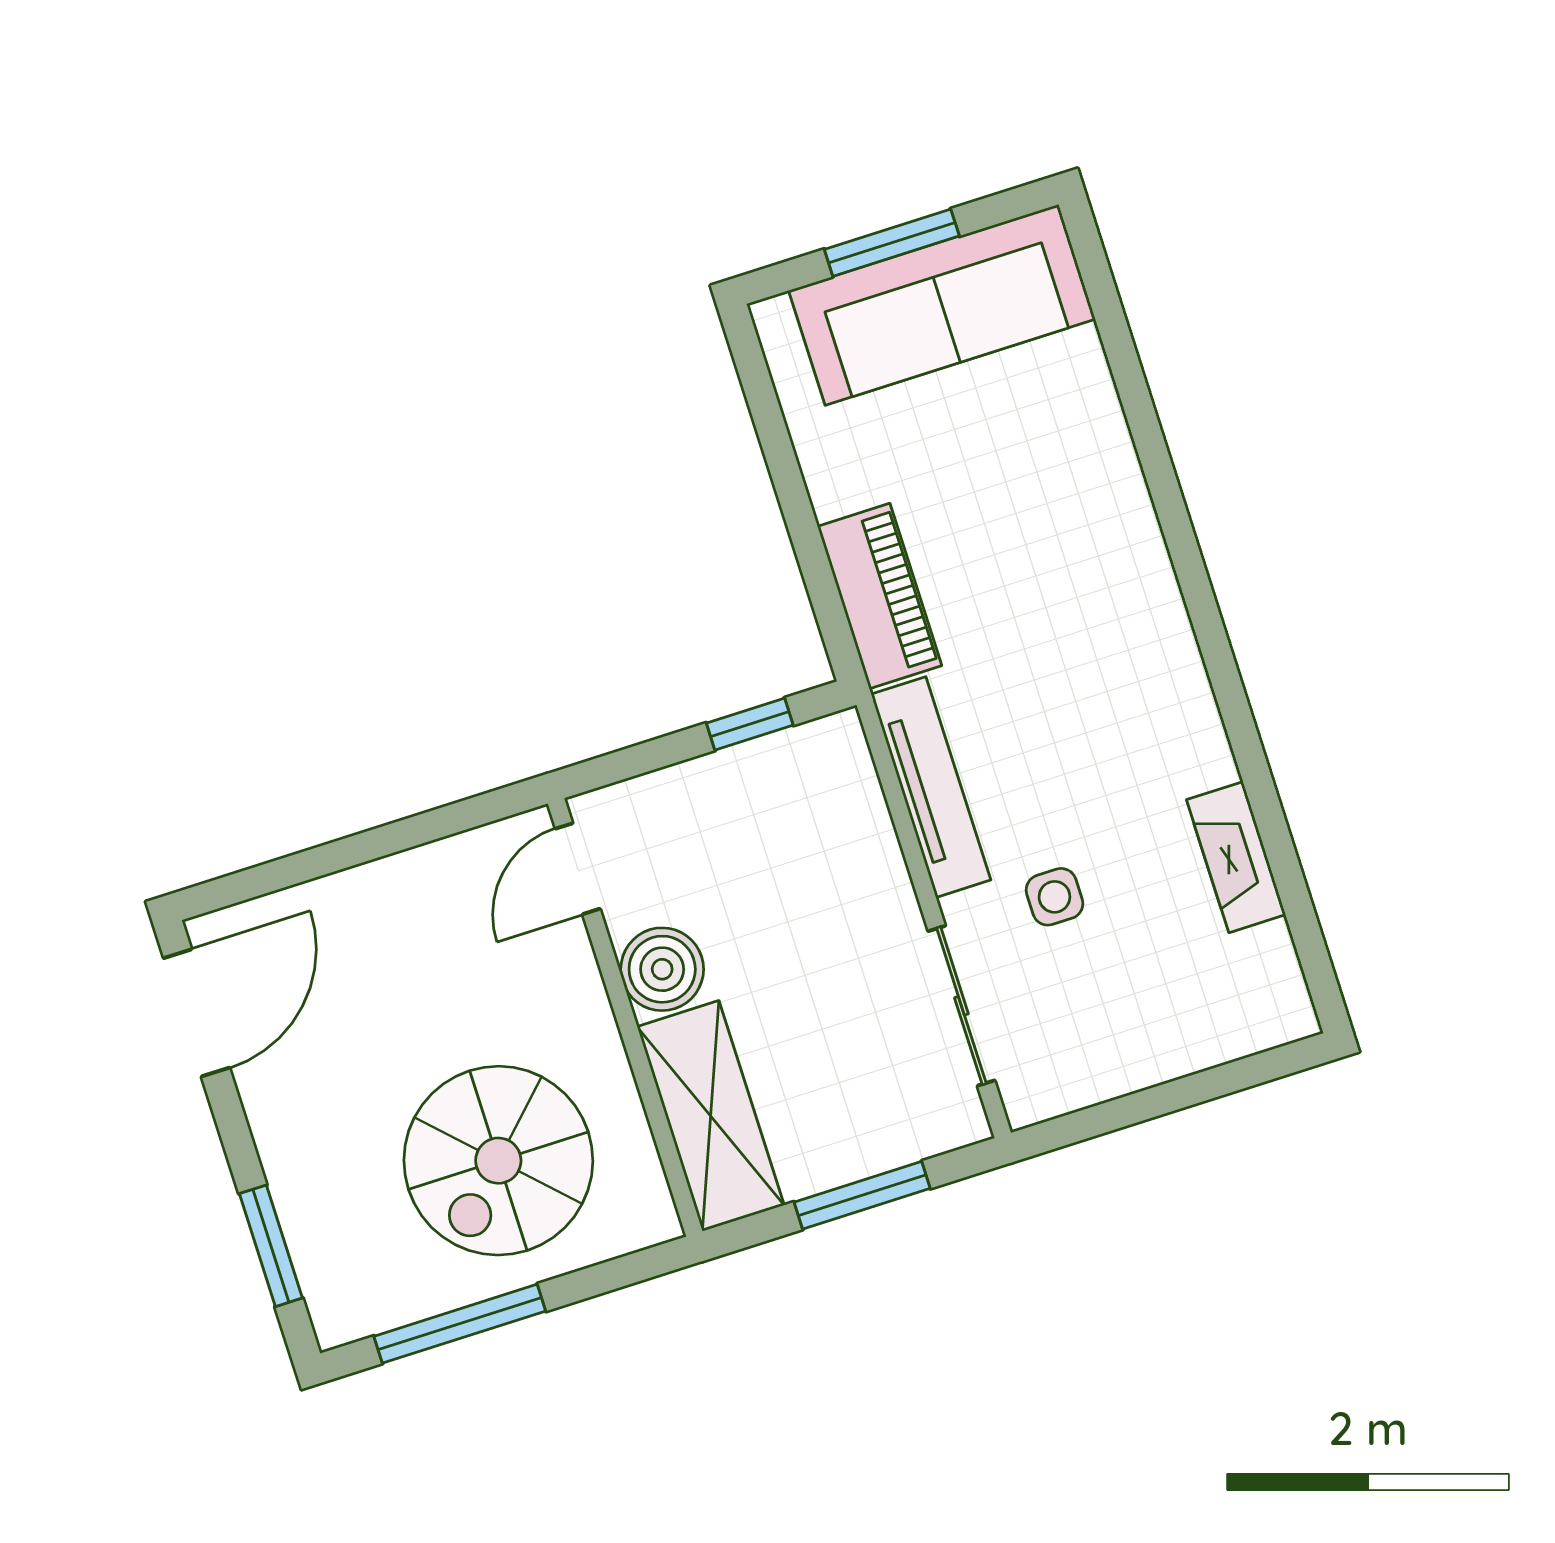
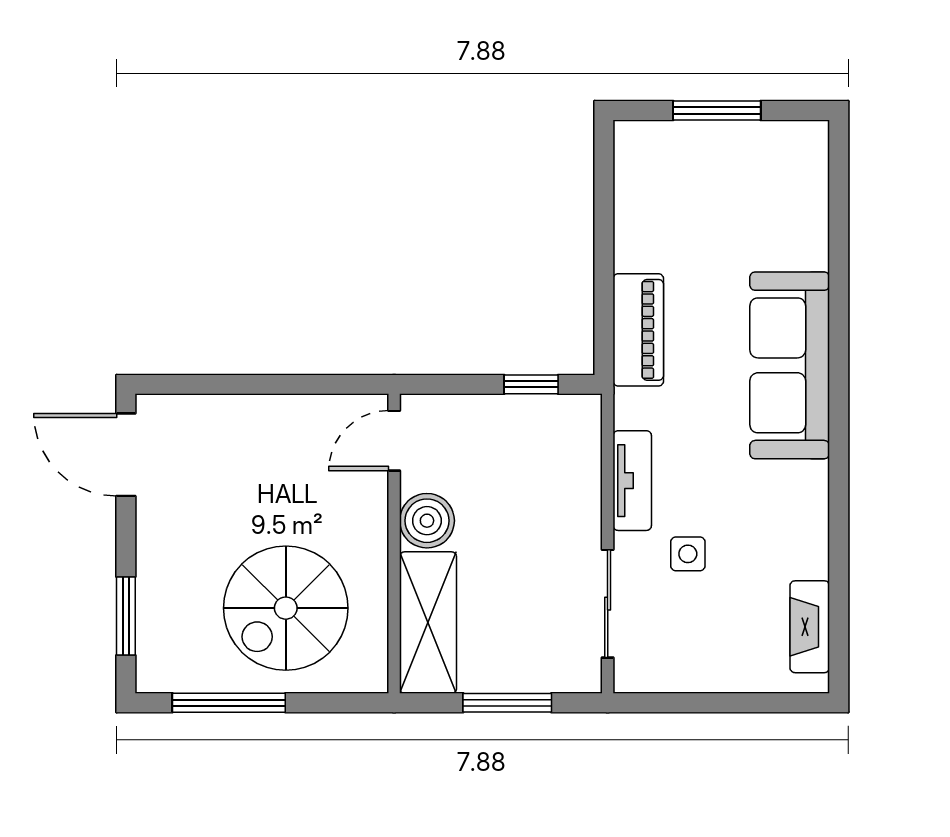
sofa: (942, 305) -> (790, 365), moved, turned 90
tv unit: (931, 787) -> (632, 481), width x0.71
fireplace: (1236, 857) -> (810, 627), moved
door: (197, 1013) -> (126, 455), swing flipped

